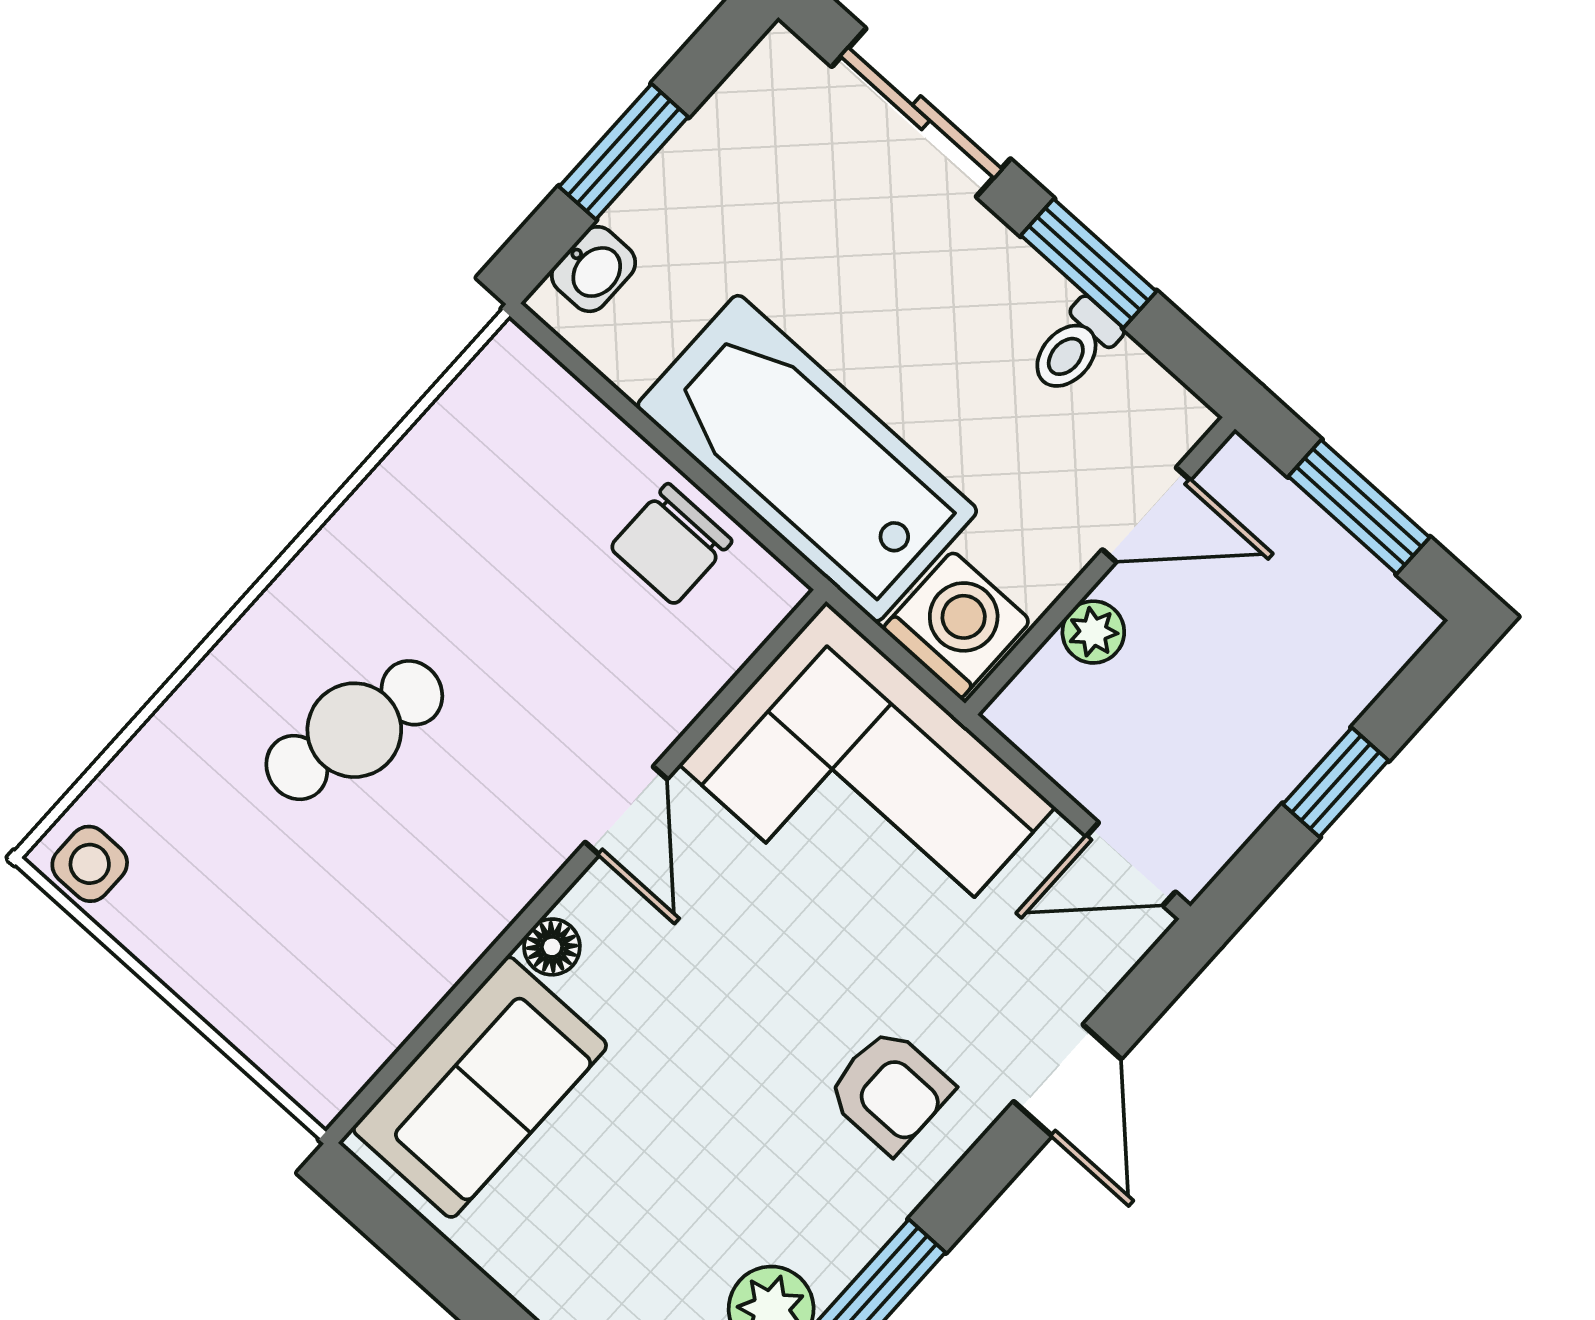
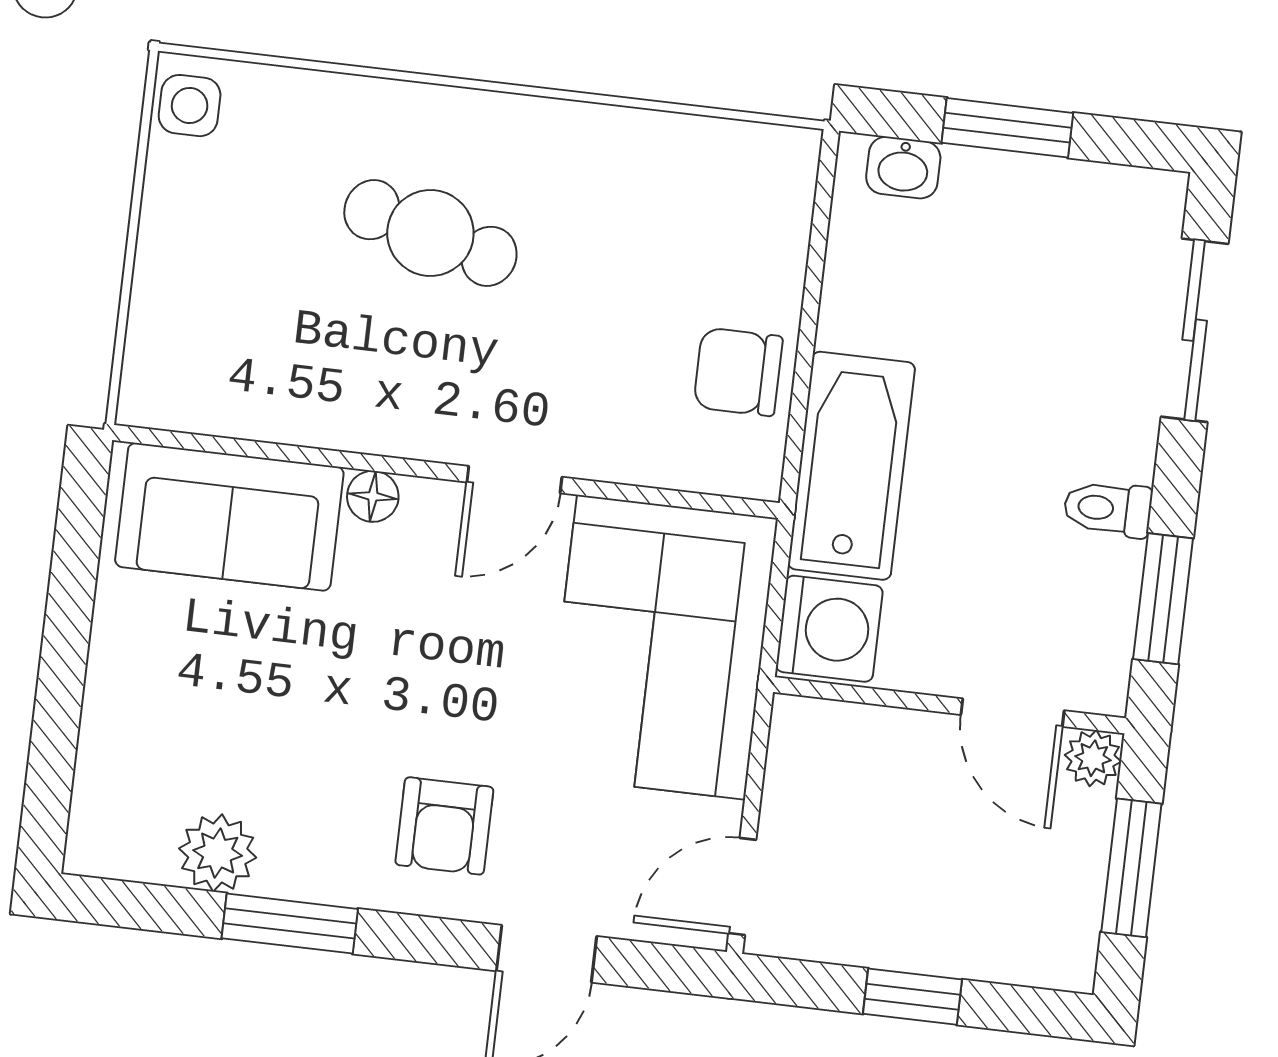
window: (1089, 263) -> (1163, 599), moved
toilet: (1075, 347) -> (1108, 509), moved
bathtub: (807, 458) -> (851, 466), width x0.73, depth x0.73
plant: (1093, 632) -> (1093, 758), moved
door: (1131, 864) -> (742, 887), hinge flipped

